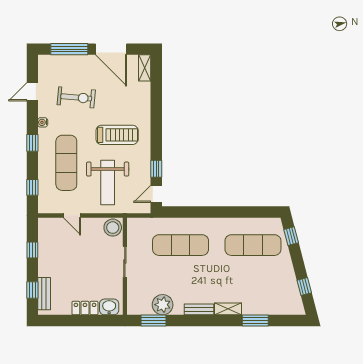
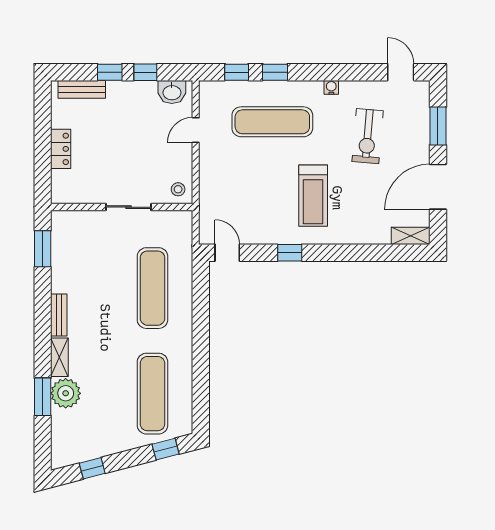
window: (69, 49) -> (438, 126), width x0.69
door: (32, 92) -> (401, 72), moved
window: (32, 143) -> (275, 72), moved
window: (156, 169) -> (290, 253), moved
weight bench: (108, 182) -> (244, 182), removed
stool: (113, 228) -> (178, 189), width x0.53, depth x0.53
window: (32, 290) -> (110, 72), moved
plant: (163, 305) -> (66, 393), moved
washbasin: (109, 307) -> (172, 92), moved, turned 90

